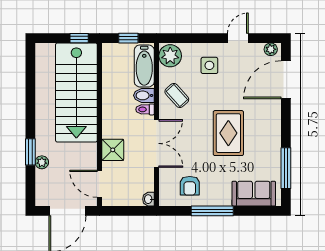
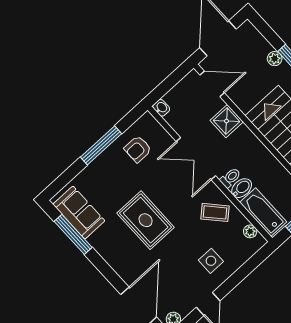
plant: (170, 56) -> (250, 231), width x0.53, depth x0.53
armchair: (190, 186) -> (138, 149), turned -90
sofa: (254, 194) -> (79, 213), moved, turned -90

